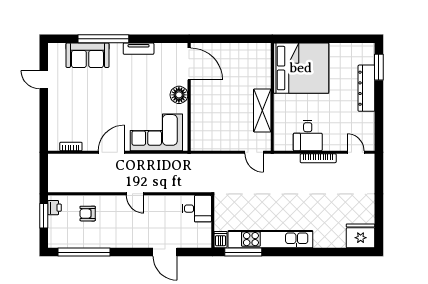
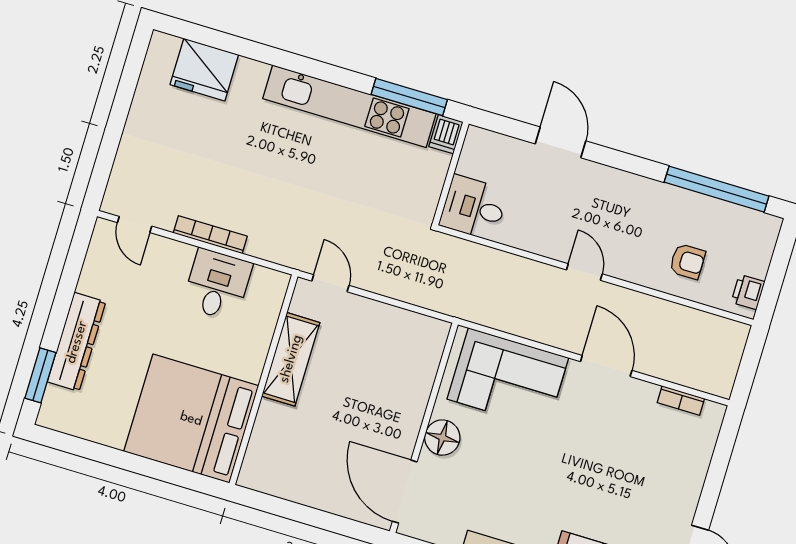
door: (111, 152) -> (606, 366), swing flipped
window: (44, 216) -> (773, 283), removed
fridge: (361, 236) -> (204, 70), moved

